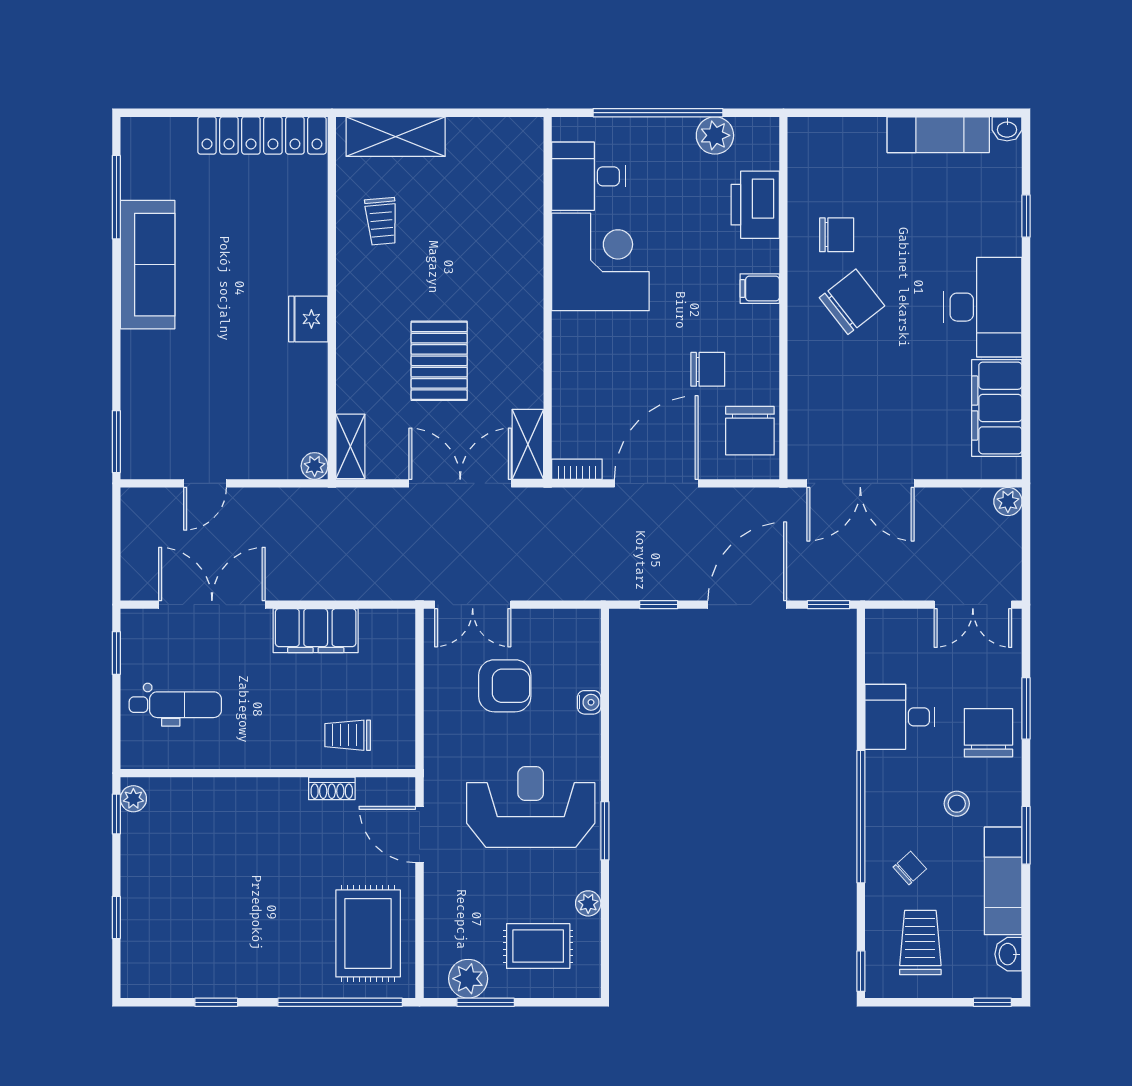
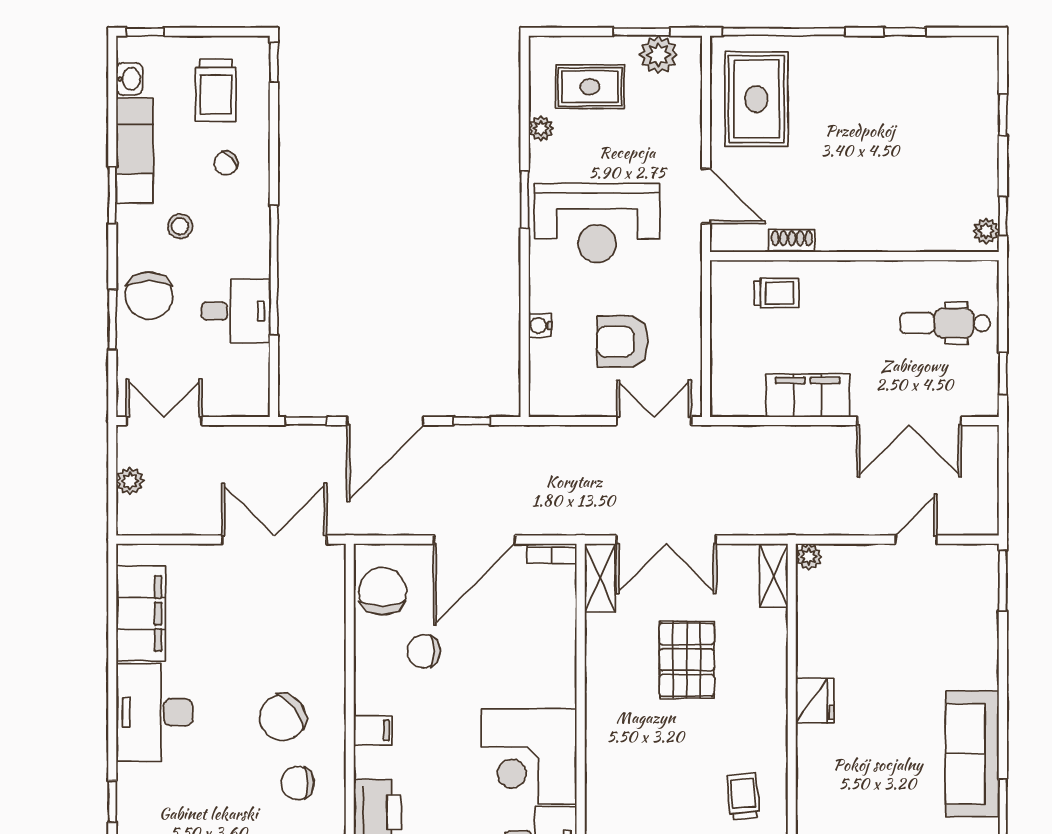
plant: (1008, 501) -> (130, 481), moved
window: (861, 817) -> (274, 270), moved

